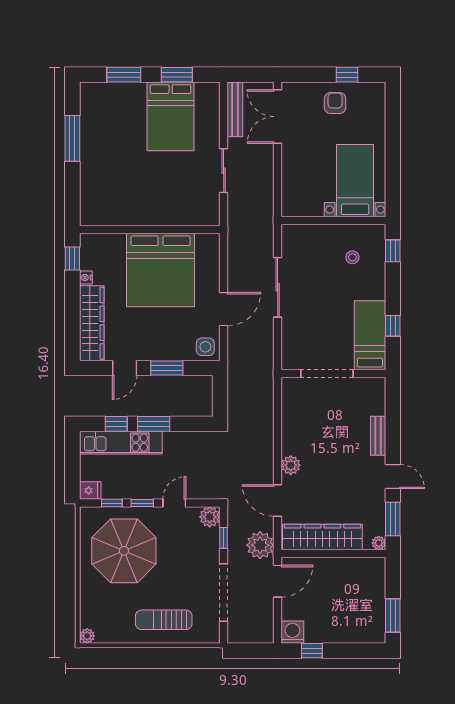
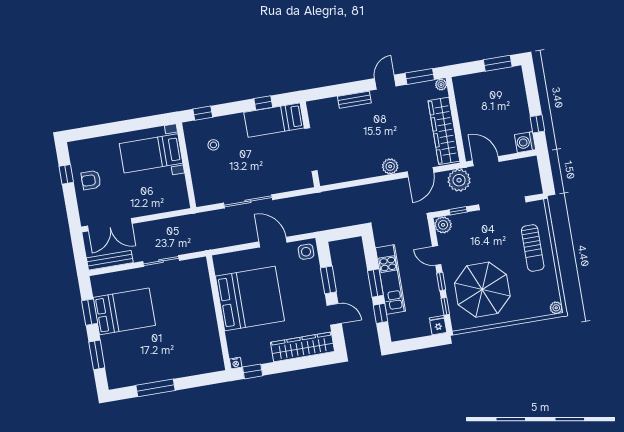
nightstand: (86, 278) -> (236, 363), moved
kitchen unit: (121, 443) -> (390, 279), moved

